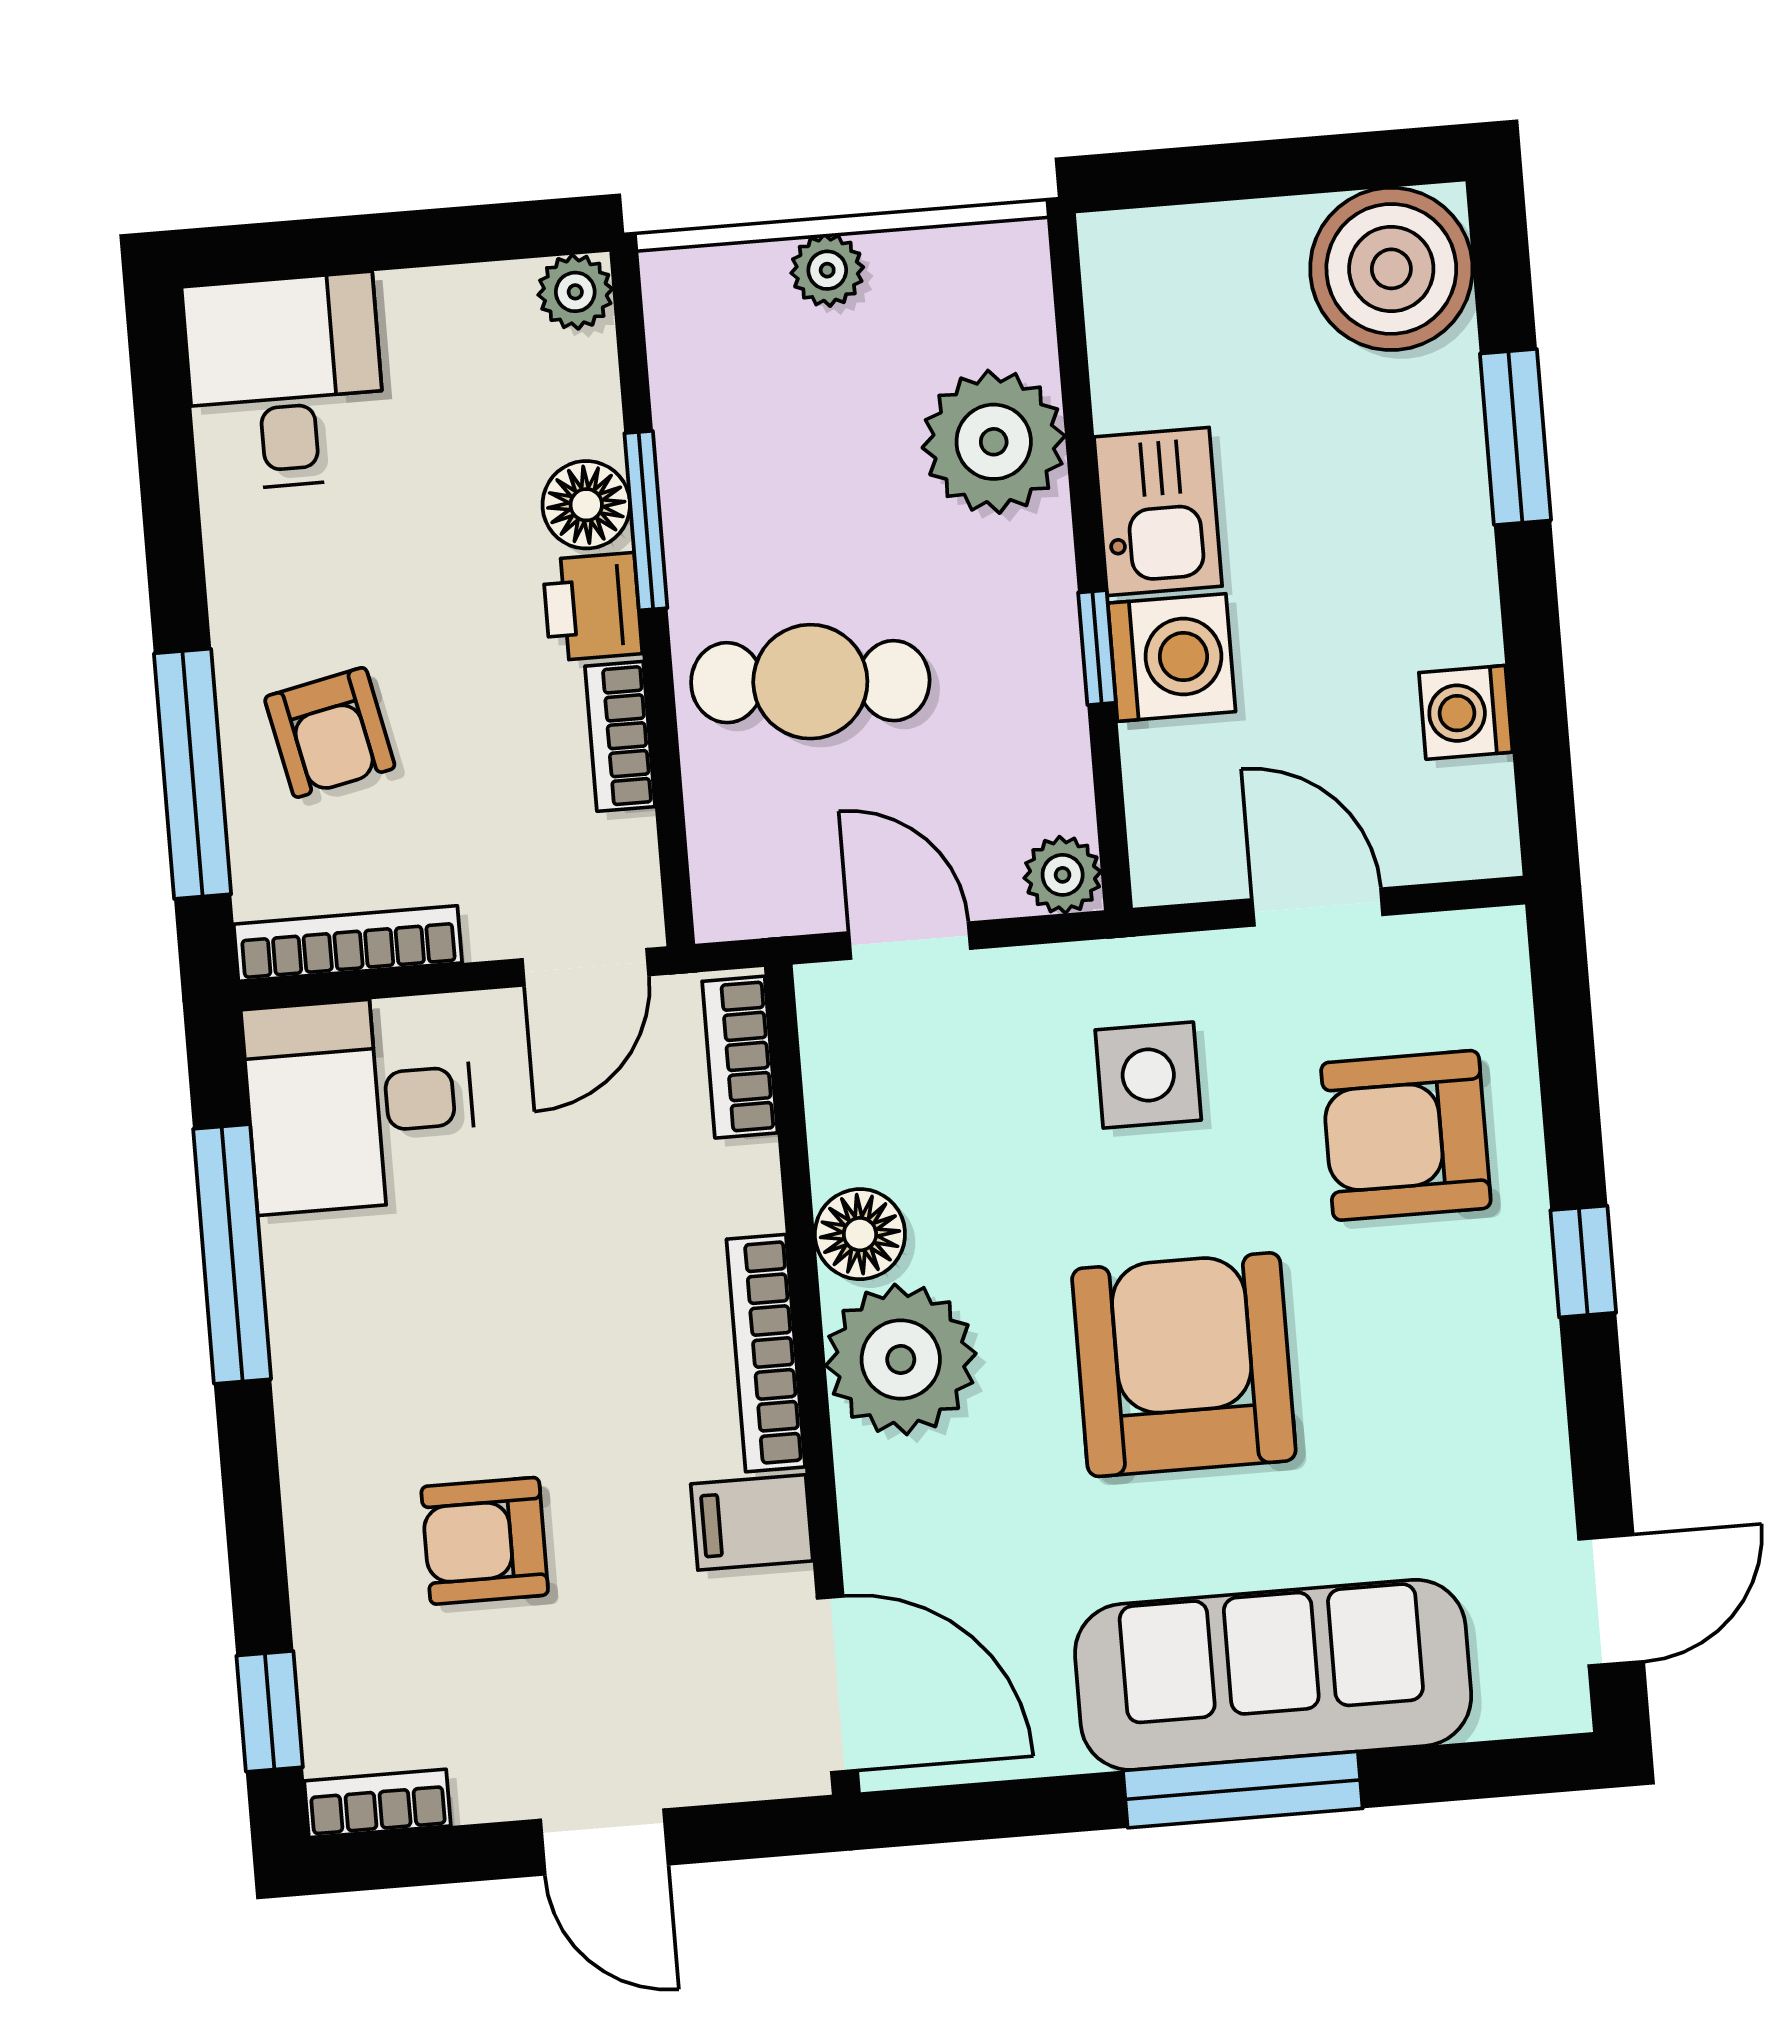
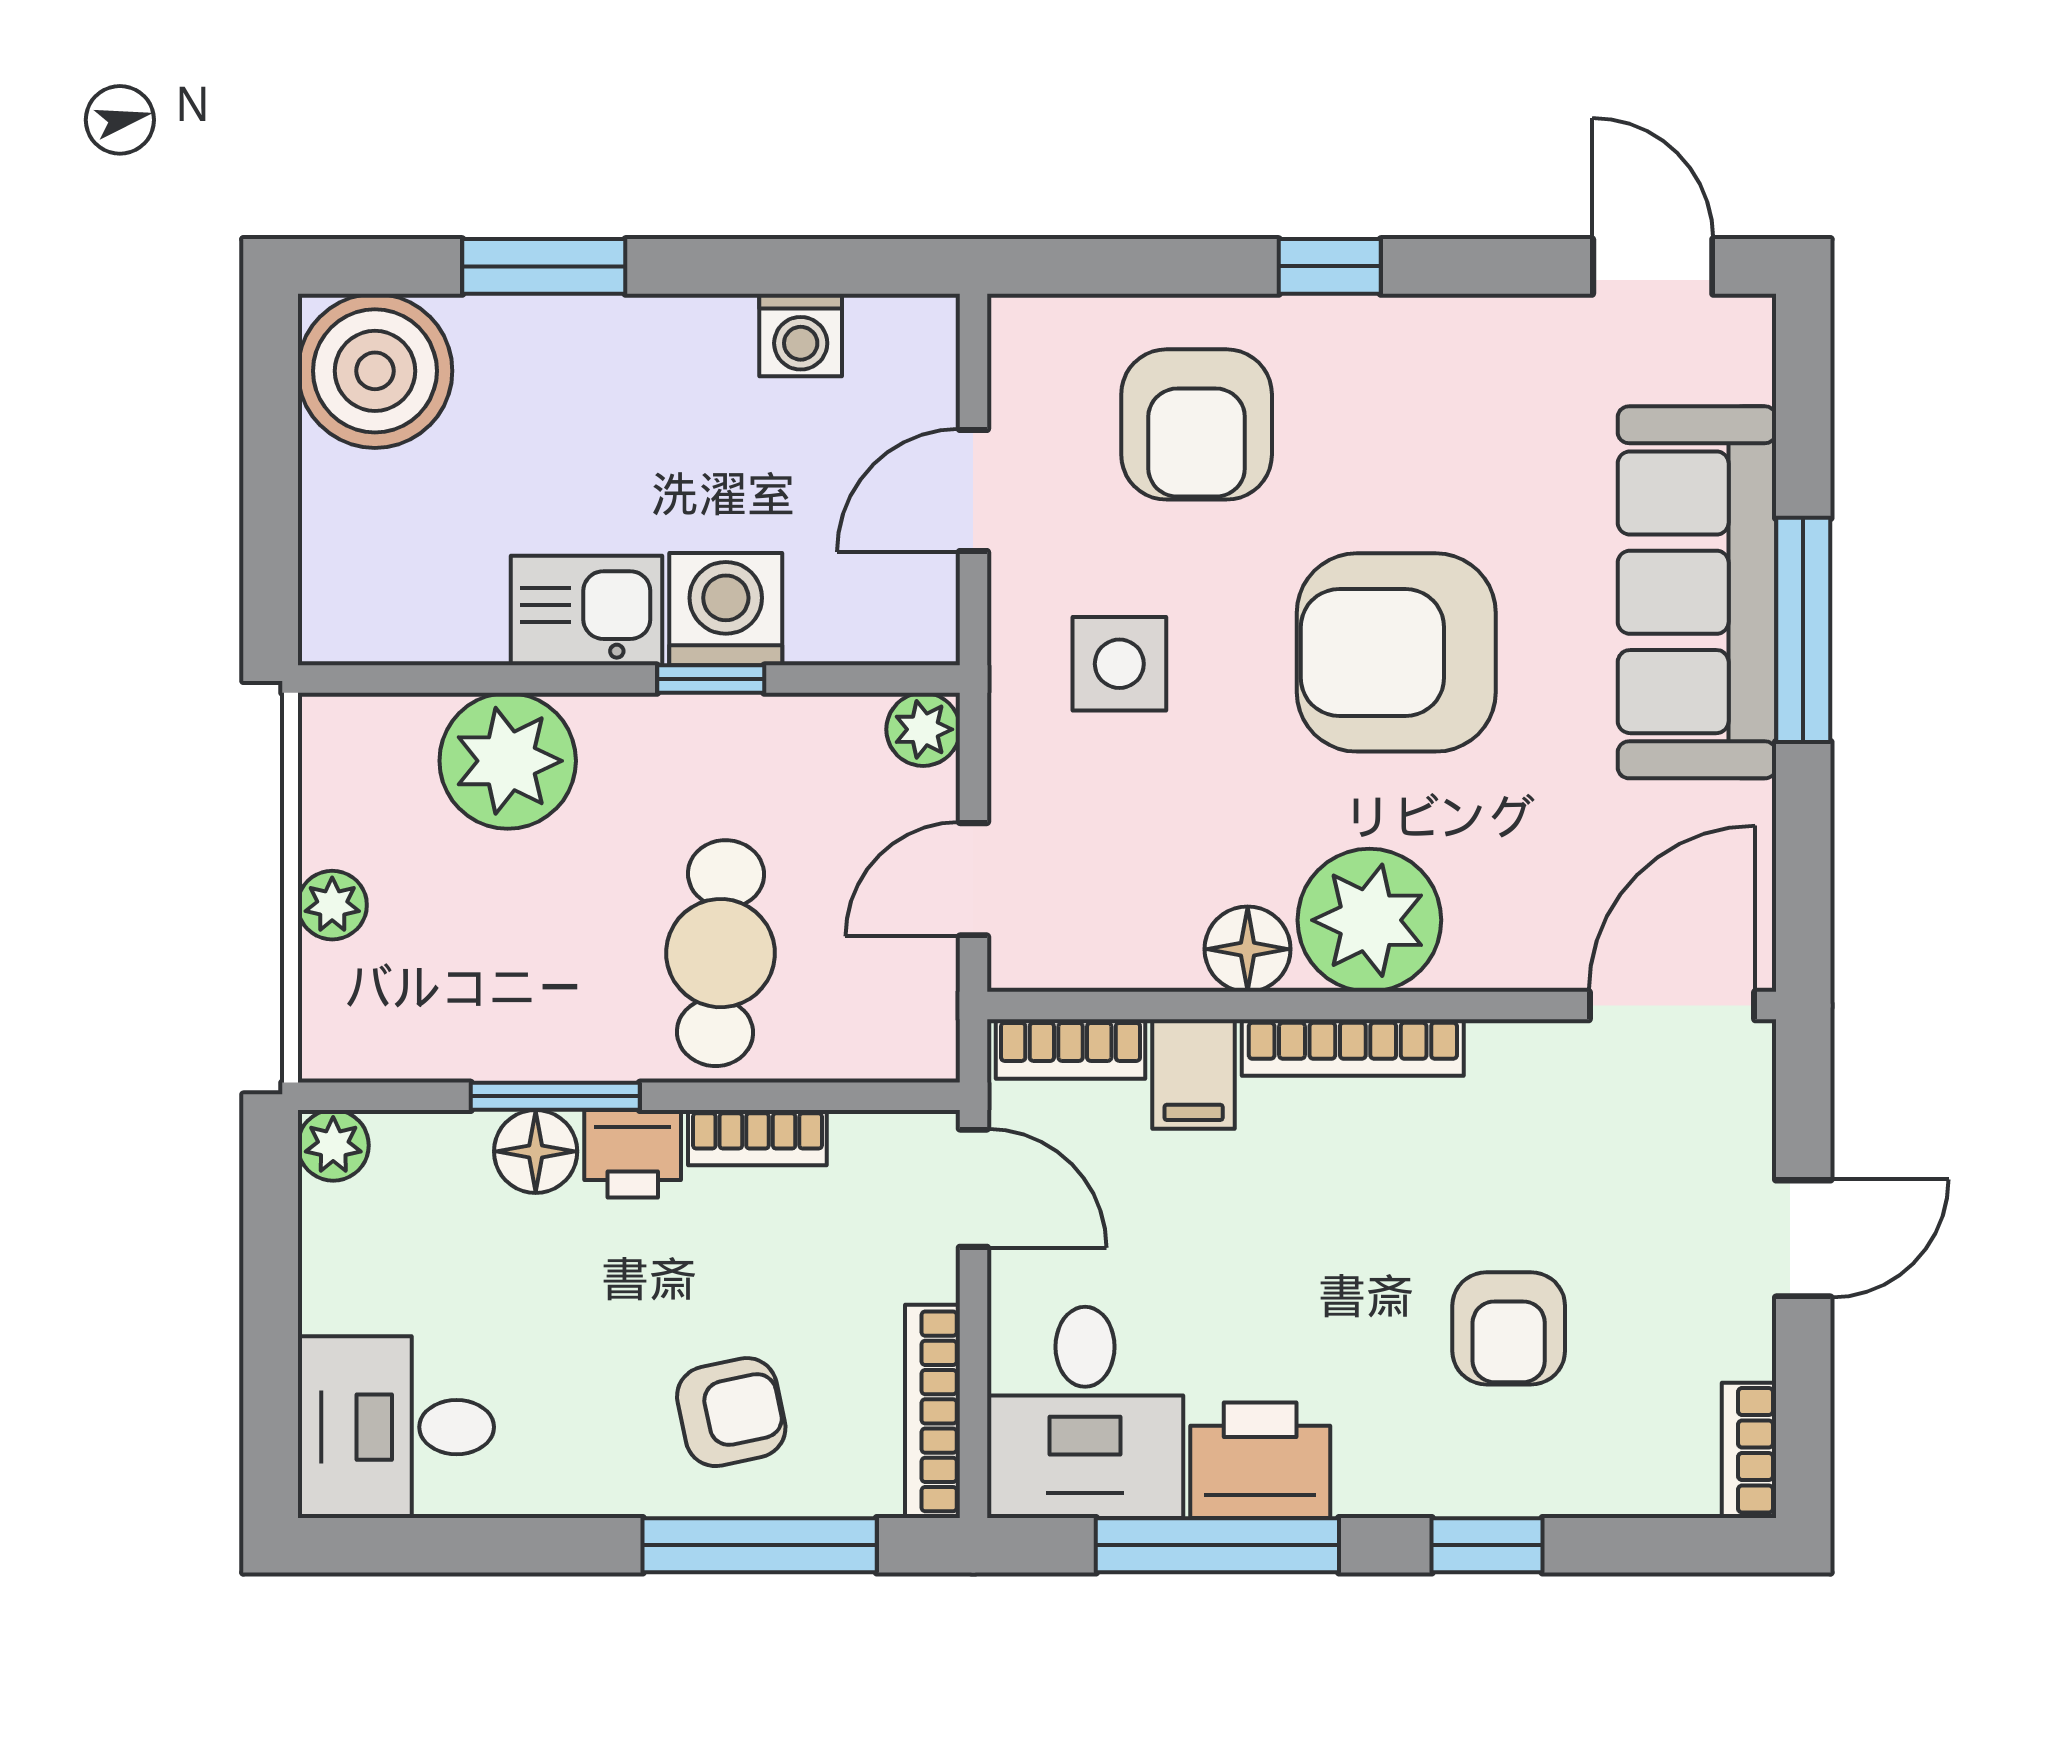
printer: (325, 1291) -> (1260, 1460), added
filing cabinet: (752, 1522) -> (1194, 1074), moved
window: (270, 1711) -> (1487, 1545), moved

